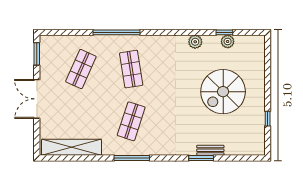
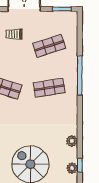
shop shelf: (81, 69) -> (49, 46), turned -42
trolley: (67, 111) -> (14, 34), added

